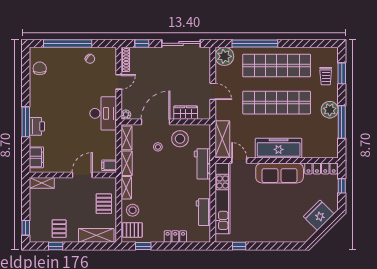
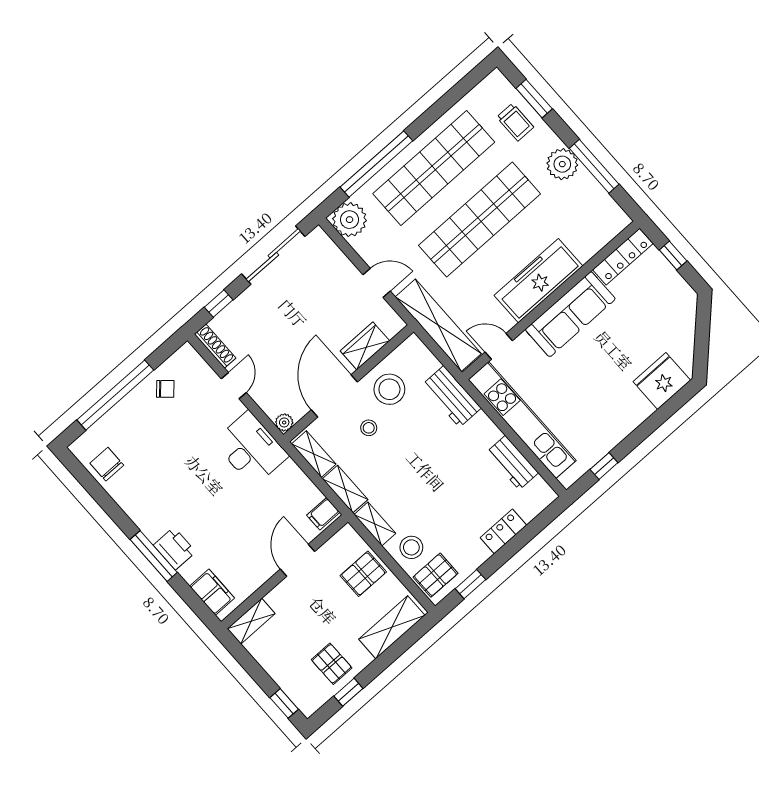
shelving: (222, 139) -> (438, 325), width x1.47
pallet: (104, 204) -> (363, 574), turned 90
fridge: (319, 215) -> (662, 381), moved, turned 45

